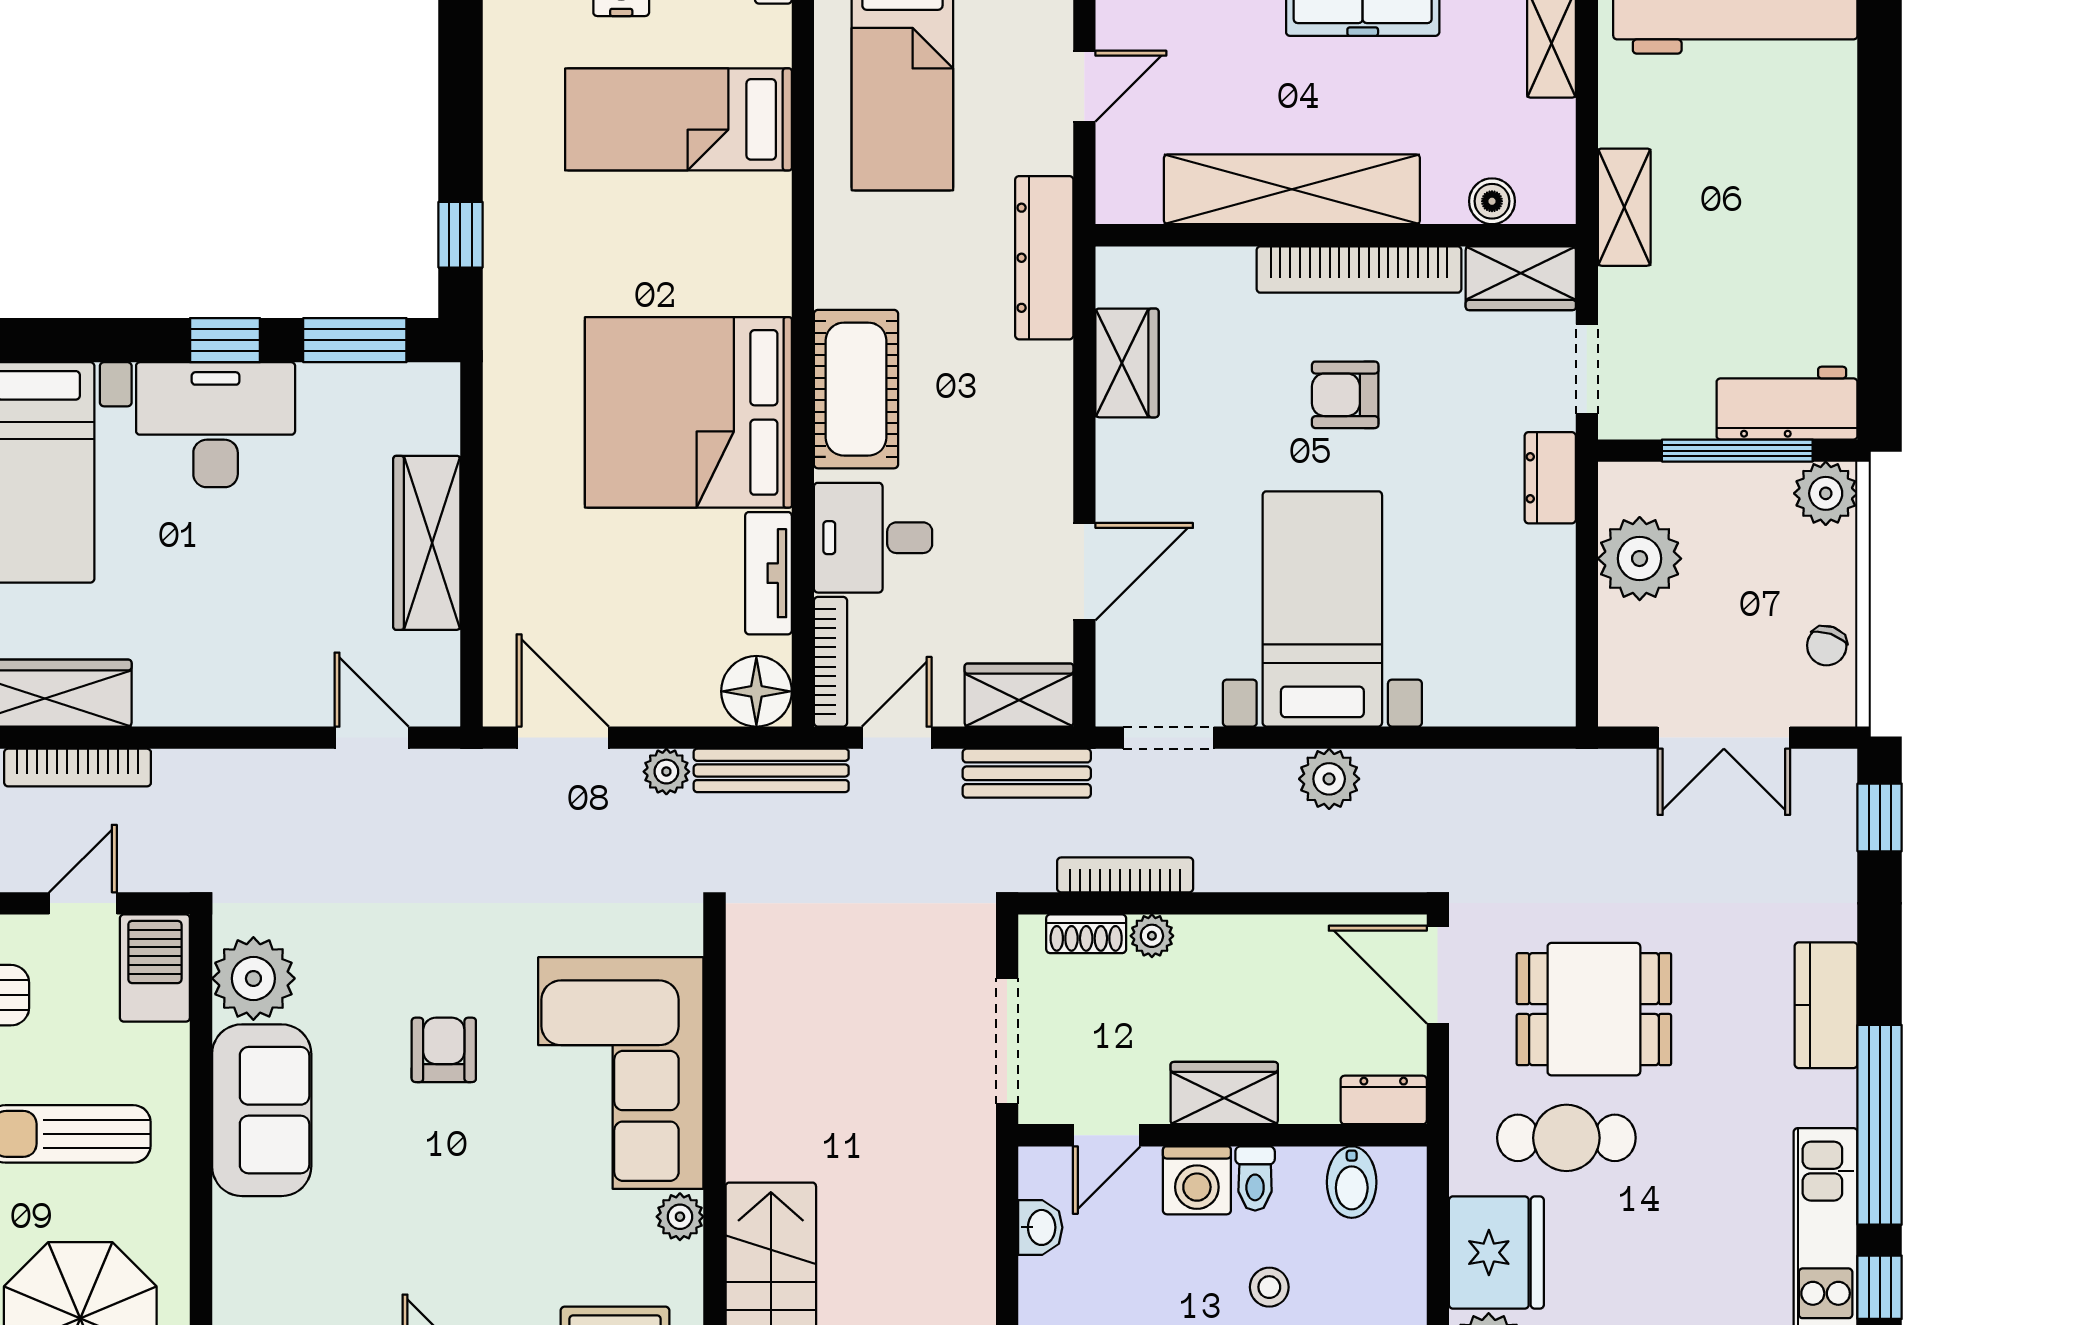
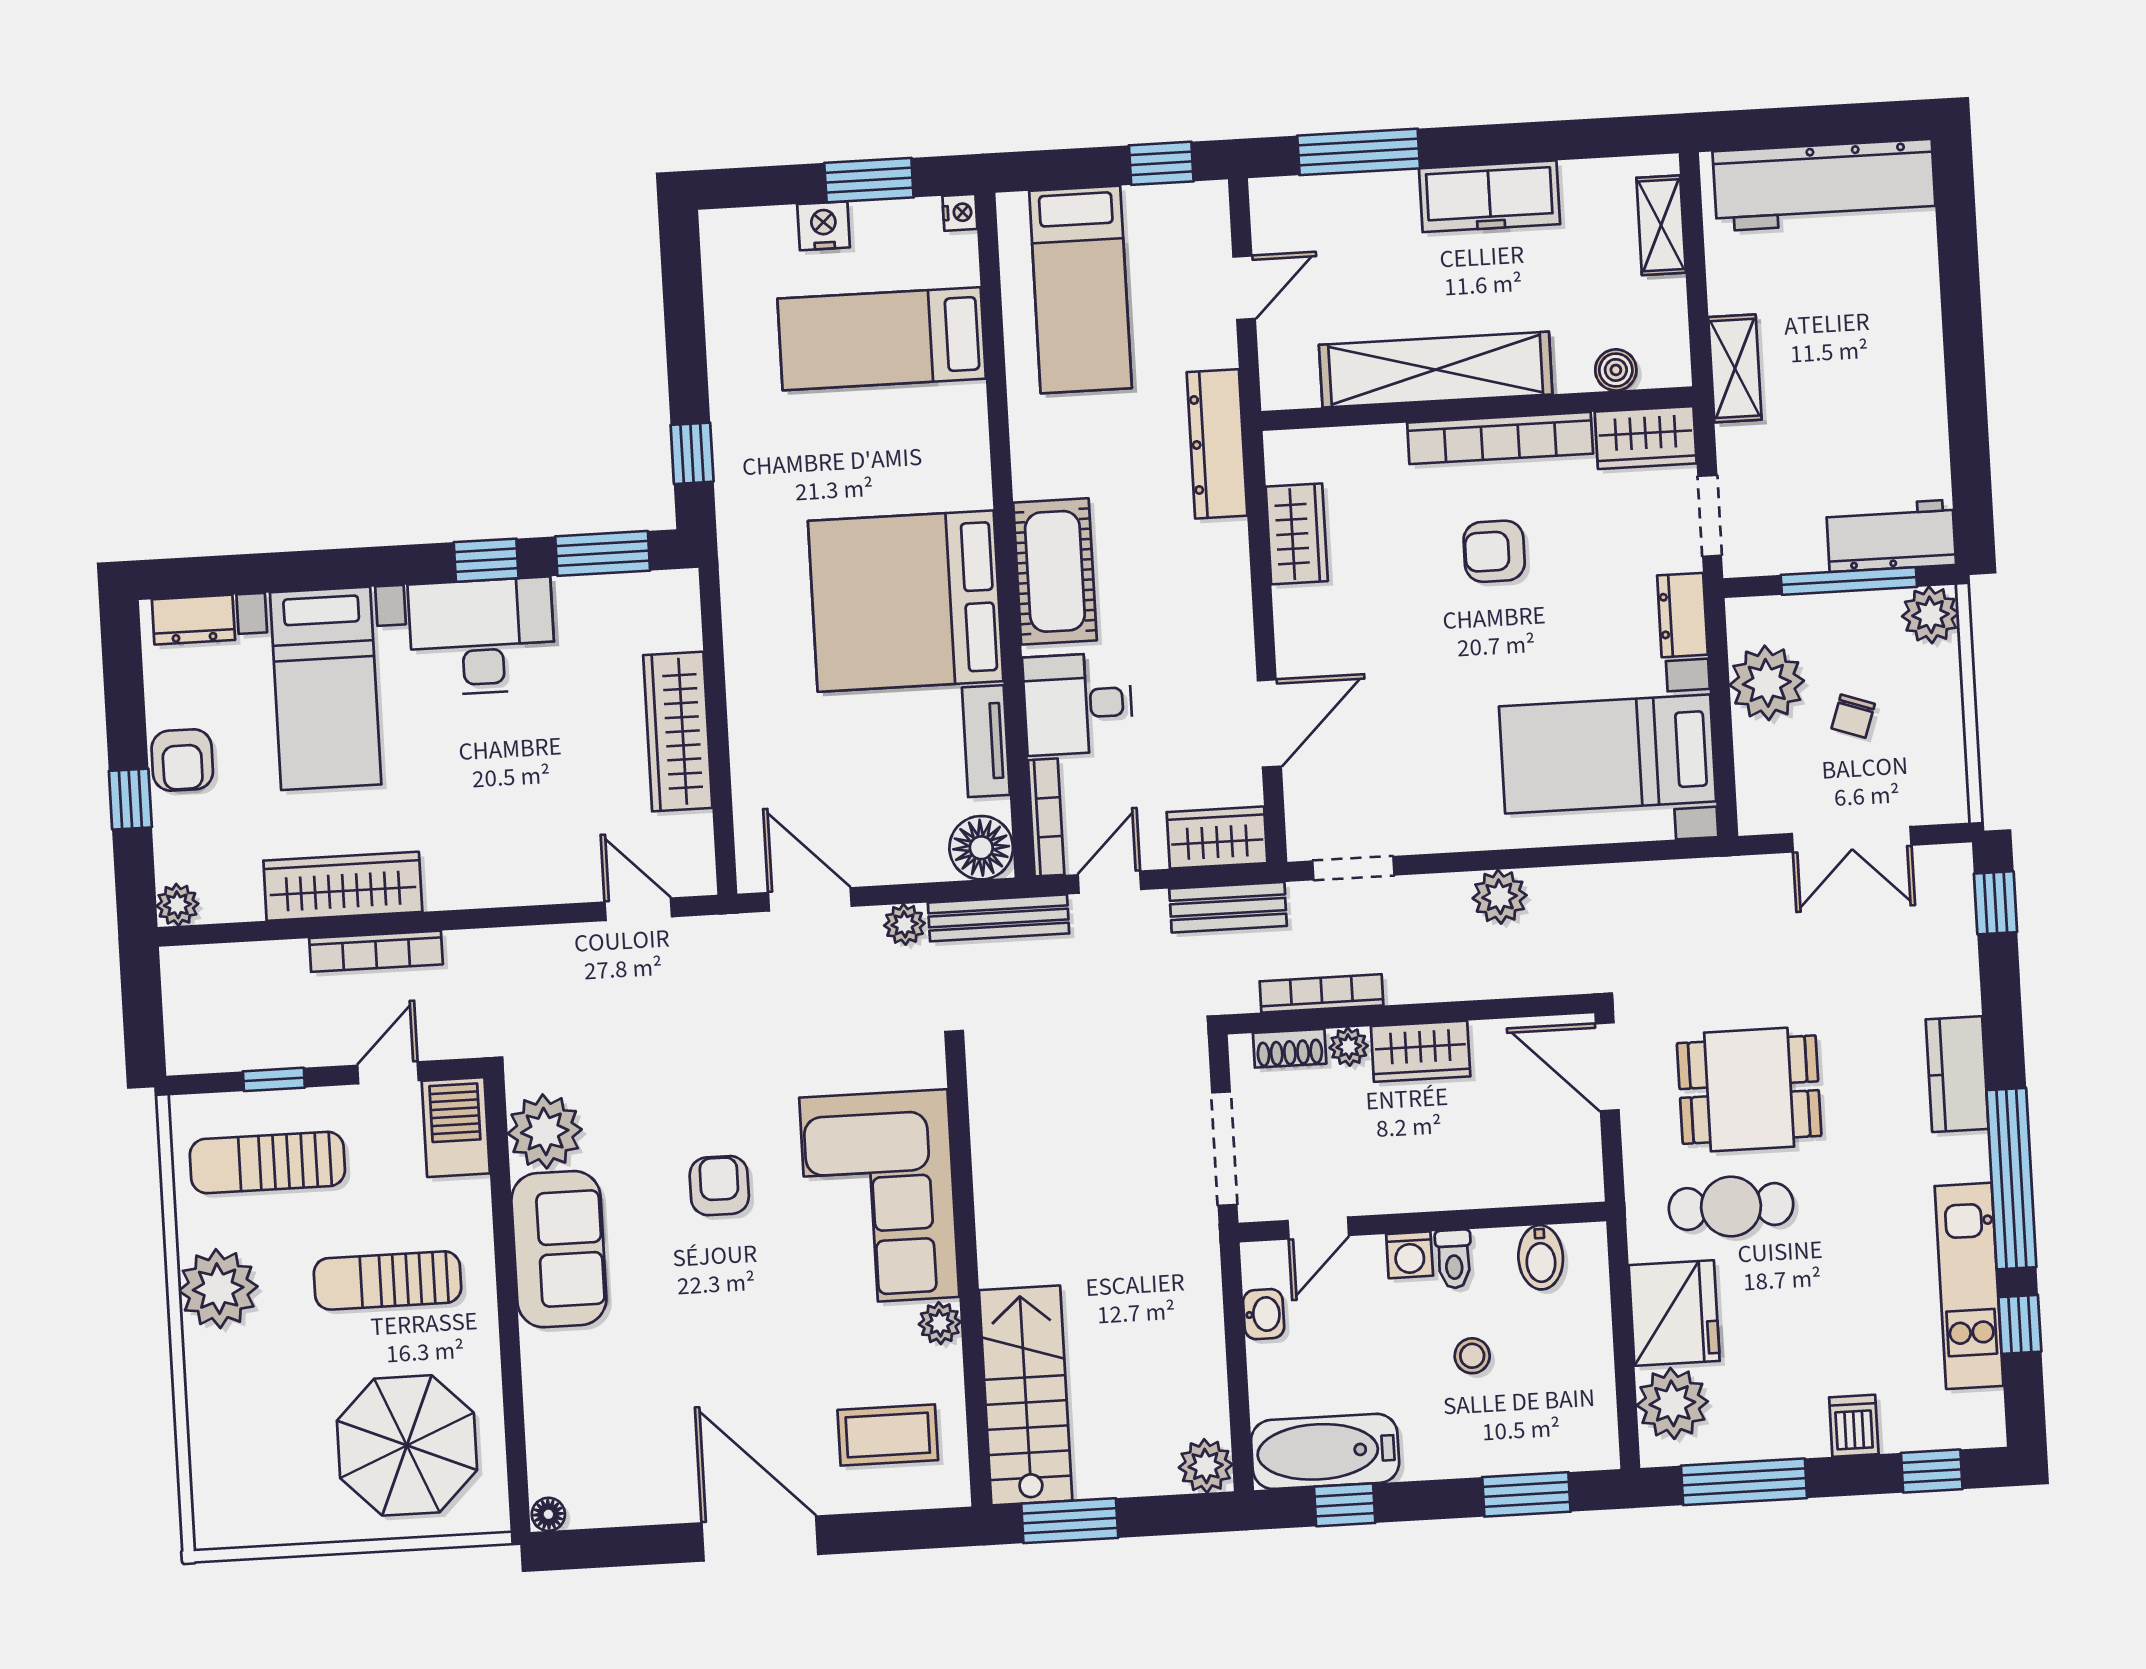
bed with nightstands: (1322, 609) -> (1608, 754), moved, turned -90
chair: (1827, 646) -> (1853, 716), moved
wardrobe: (1224, 1093) -> (1421, 1051), moved, turned 180
dresser: (1384, 1100) -> (1565, 1182), removed
washing machine: (1197, 1180) -> (1410, 1255), width x0.73, depth x0.73

